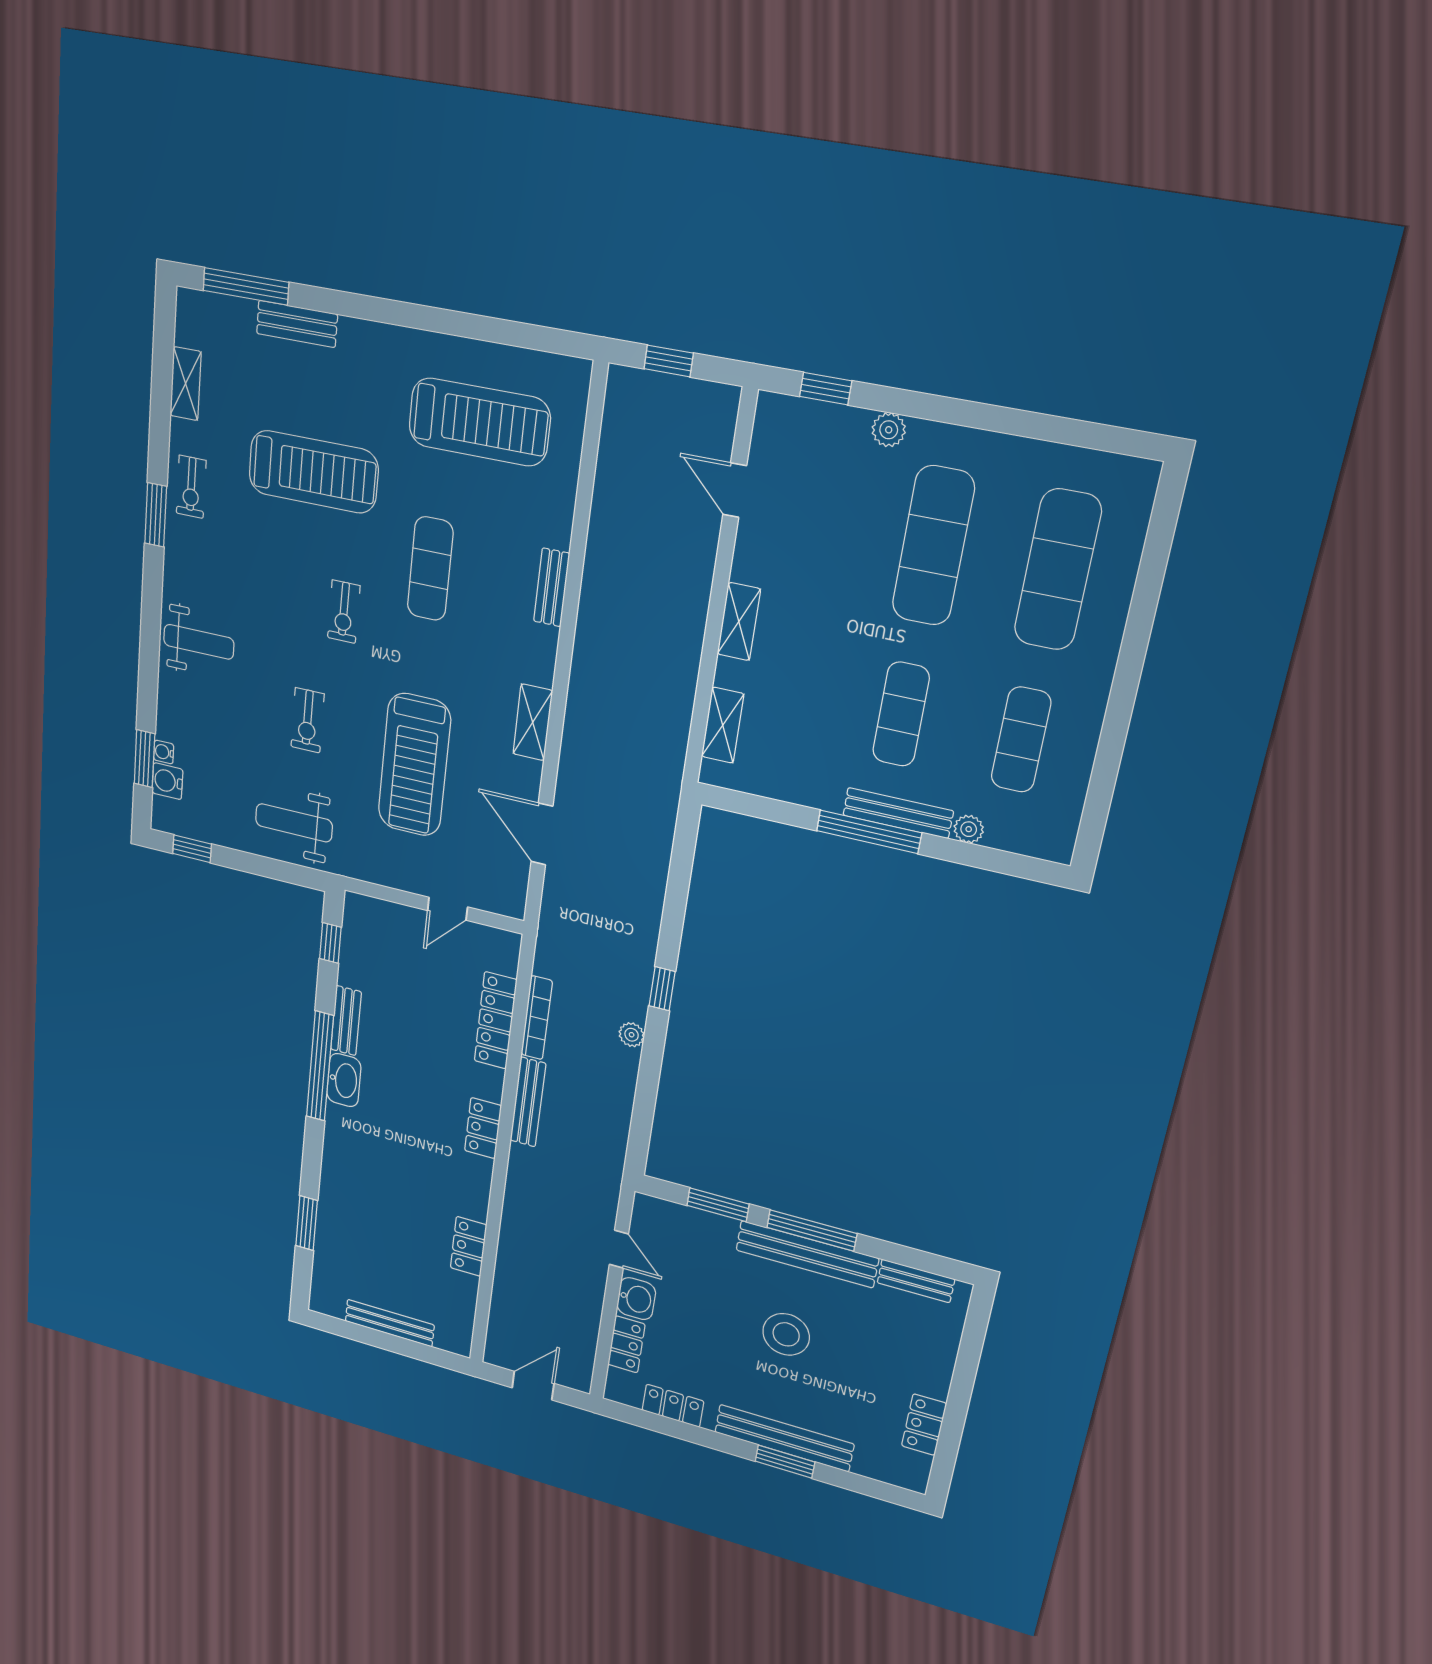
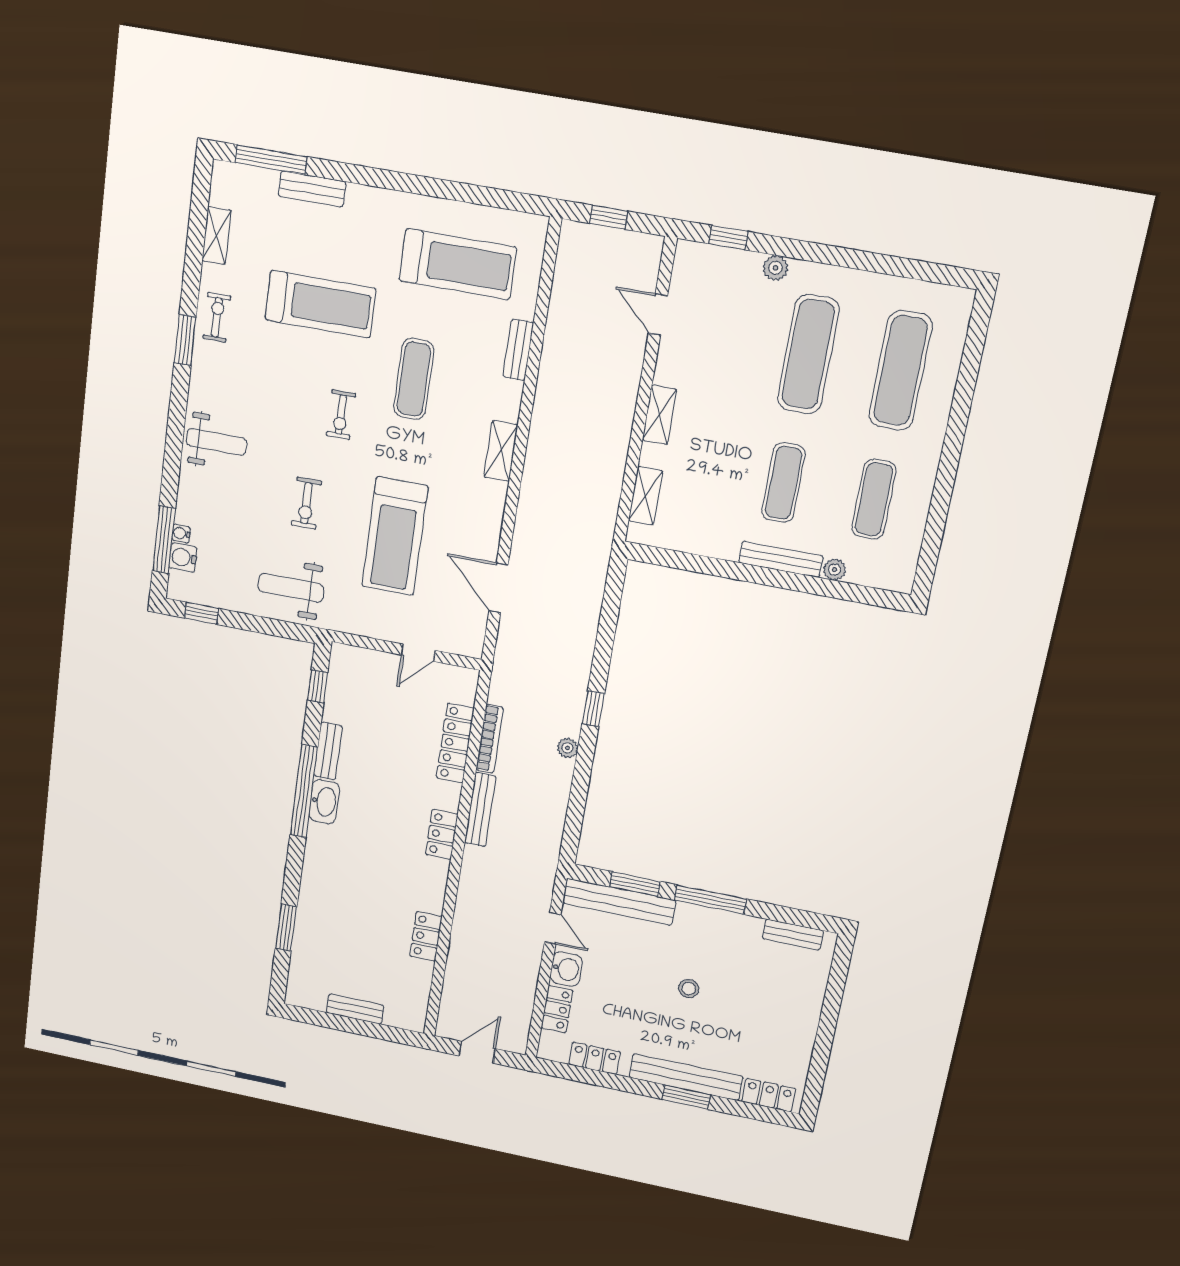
exercise bike: (191, 487) -> (217, 317), turned 180
bench: (552, 587) -> (518, 350), moved
shelving: (533, 722) -> (501, 451), moved
window: (144, 759) -> (164, 540), width x1.44
window: (869, 832) -> (758, 575), removed
bench: (807, 1254) -> (619, 902), moved
bench: (390, 1323) -> (355, 1009), width x0.73
stool: (786, 1334) -> (689, 988), width x0.53, depth x0.53
locker: (924, 1425) -> (769, 1095), moved, turned 90

